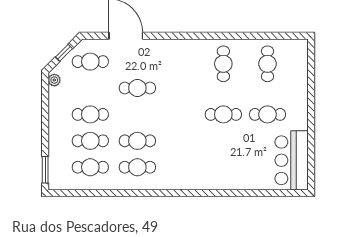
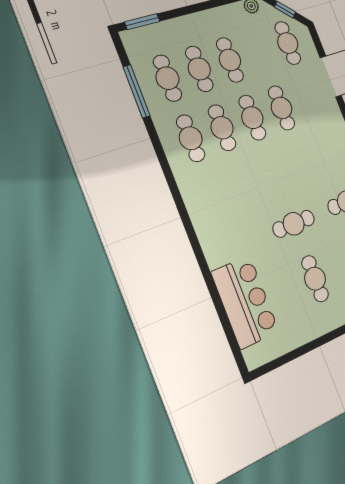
cafe table: (137, 114) -> (252, 118), added
cafe table: (223, 114) -> (294, 224), turned 90
bar counter: (292, 160) -> (245, 302), moved, turned 90
window: (93, 193) -> (136, 91), added

